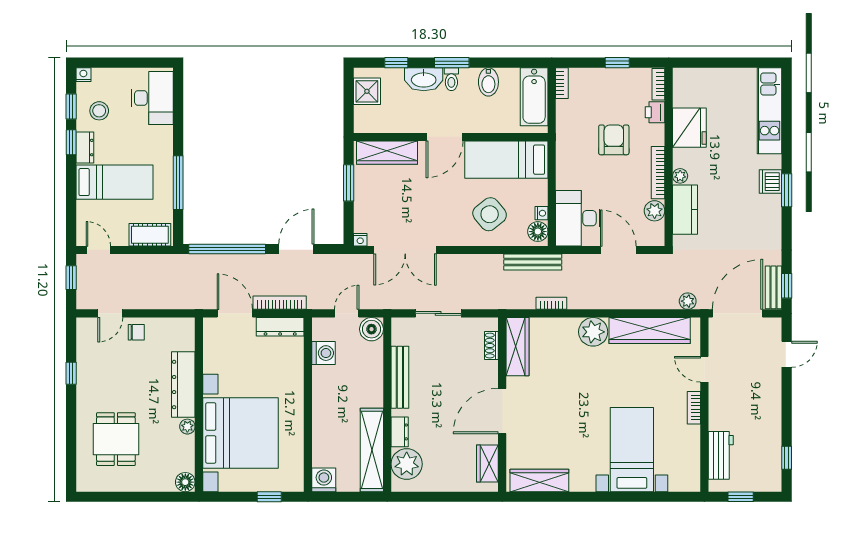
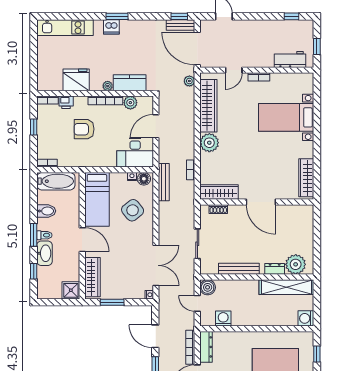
shower: (367, 91) -> (71, 290), moved
wardrobe: (487, 464) -> (295, 212), removed

